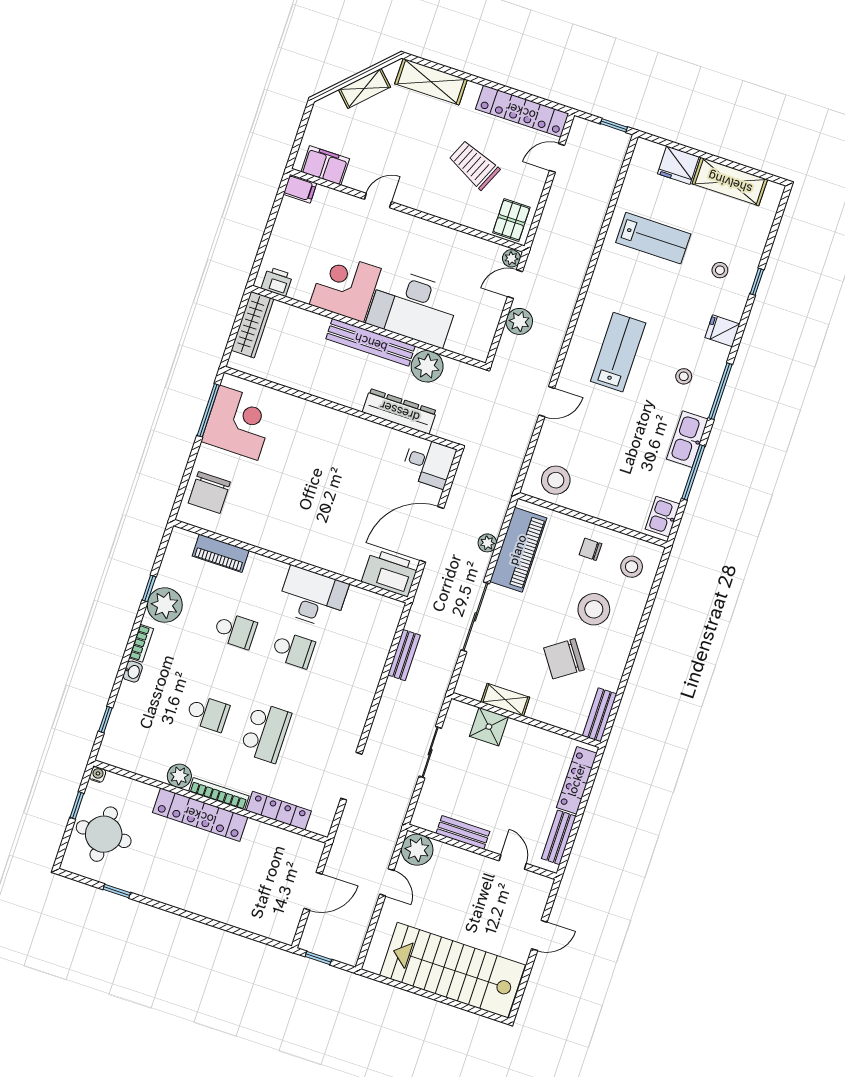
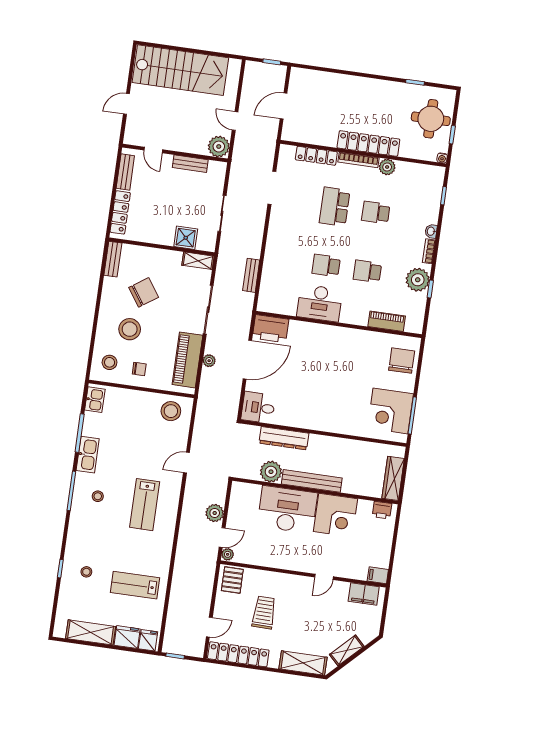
trolley: (474, 165) -> (264, 612), turned -113
fridge: (722, 331) -> (148, 640), moved, turned -90
shelving: (505, 700) -> (198, 261), moved

